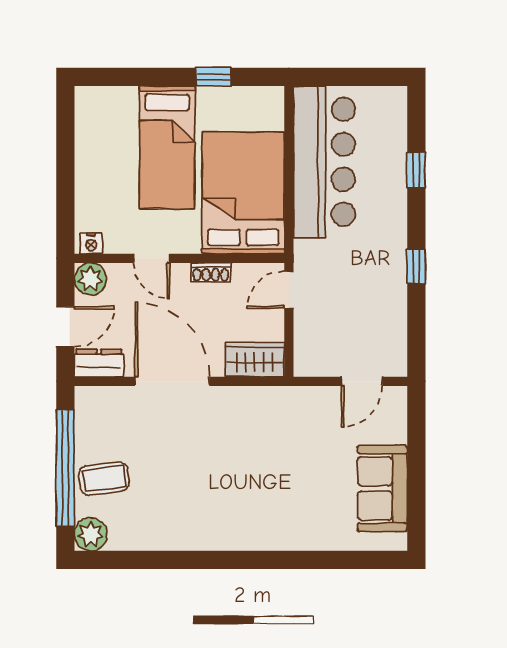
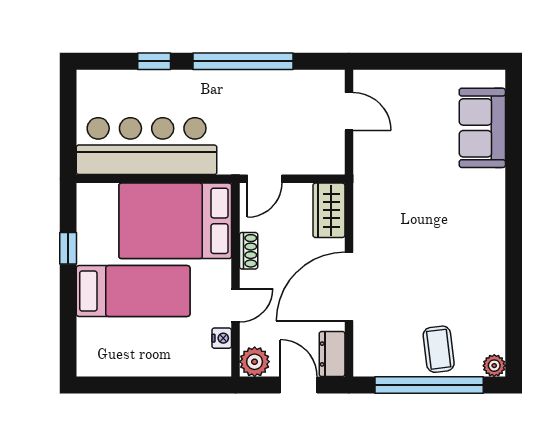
nightstand: (91, 243) -> (222, 338), moved
window: (416, 267) -> (243, 61), width x3.17
door: (289, 290) -> (265, 179), hinge flipped
sofa: (382, 488) -> (482, 128), moved, turned 90
plant: (91, 534) -> (494, 366), width x0.73, depth x0.73

